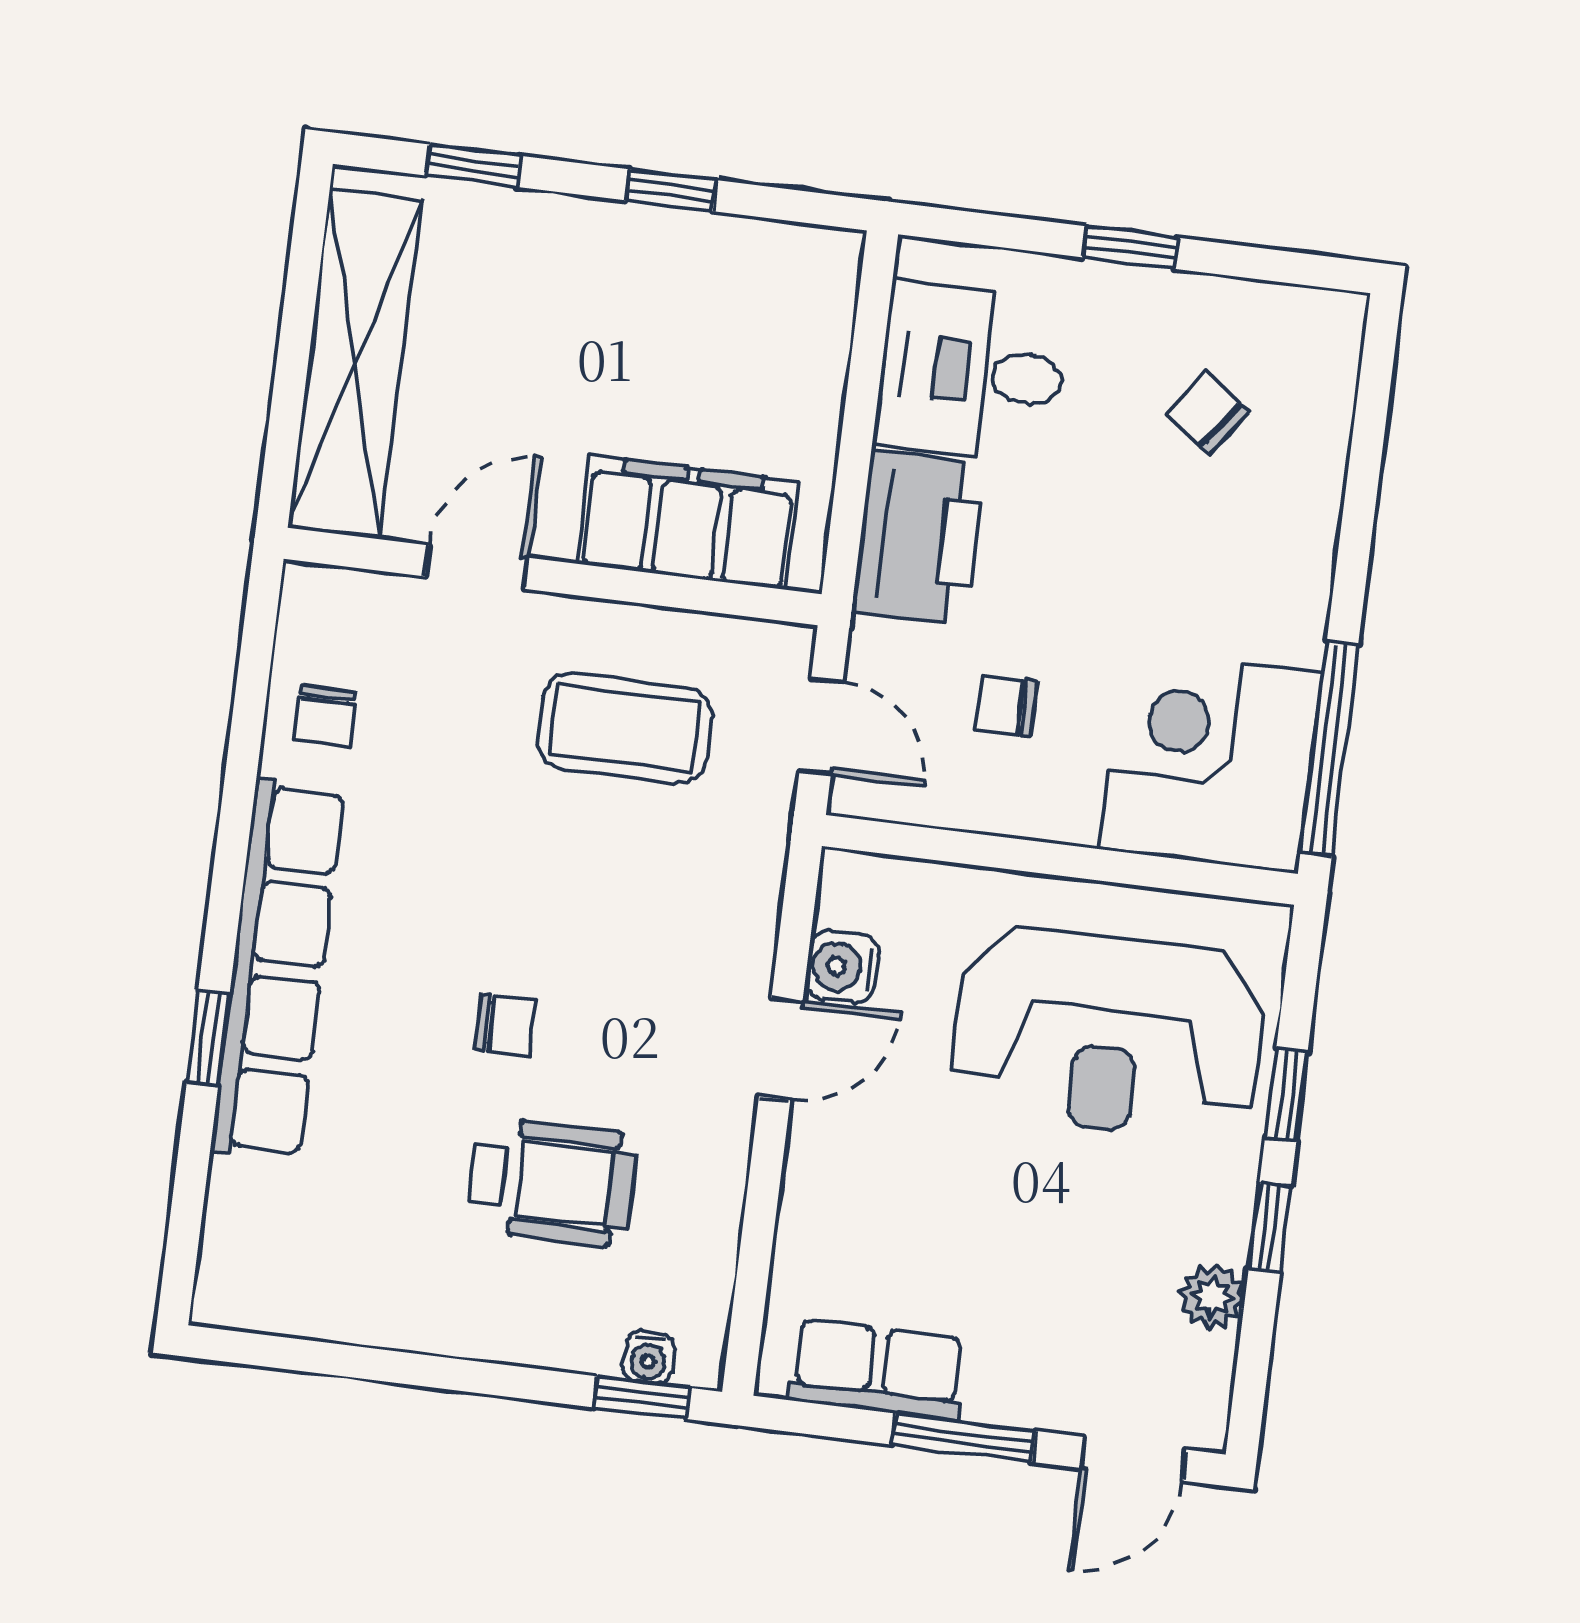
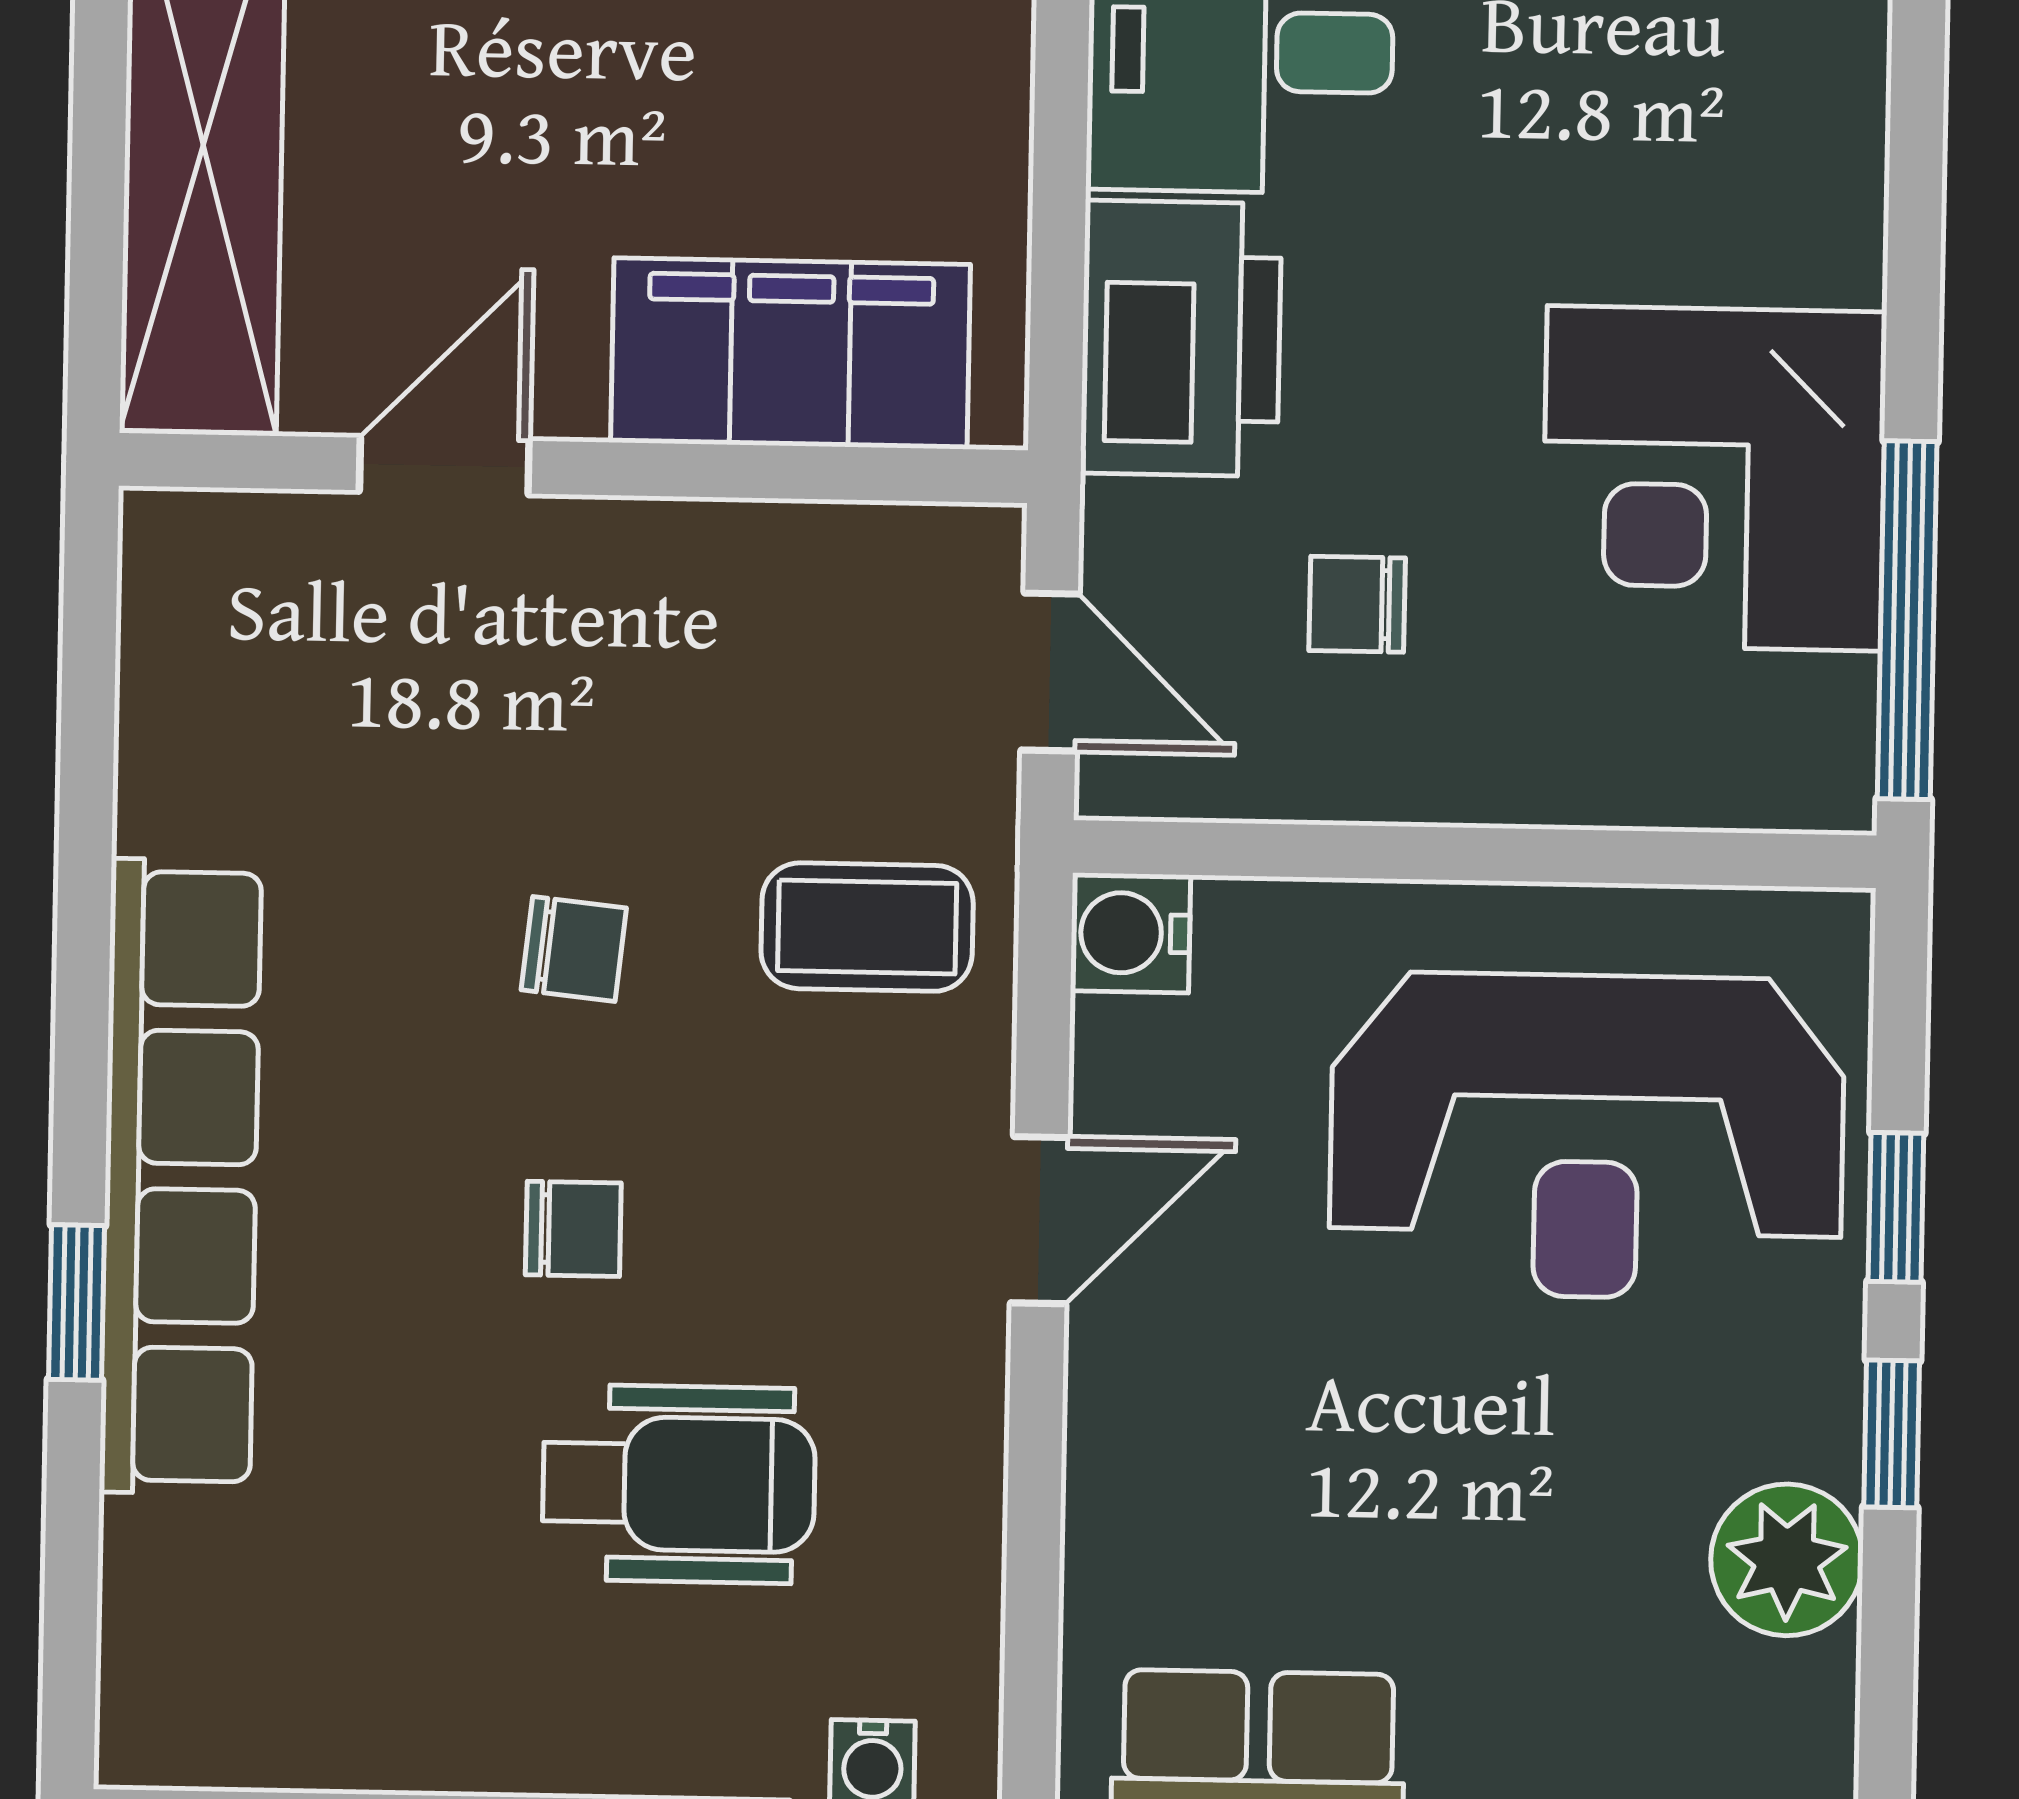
chair: (1208, 413) -> (1644, 78), removed
chair: (326, 716) -> (574, 949), moved, turned -84
coffee table: (625, 728) -> (867, 927), moved, width x0.73, depth x0.77
corner desk: (1211, 762) -> (1714, 478), moved, turned -90
water cooler: (842, 967) -> (1131, 933), moved
plant: (1212, 1297) -> (1787, 1560), width x1.38, depth x1.38

